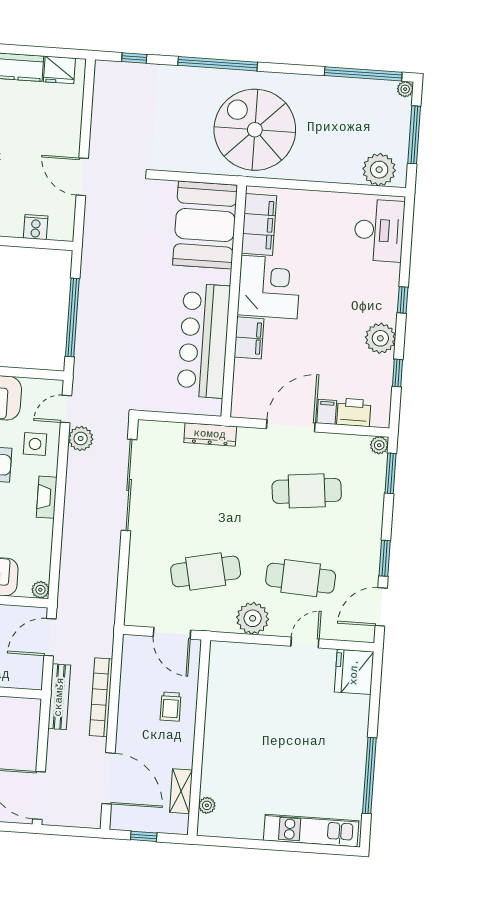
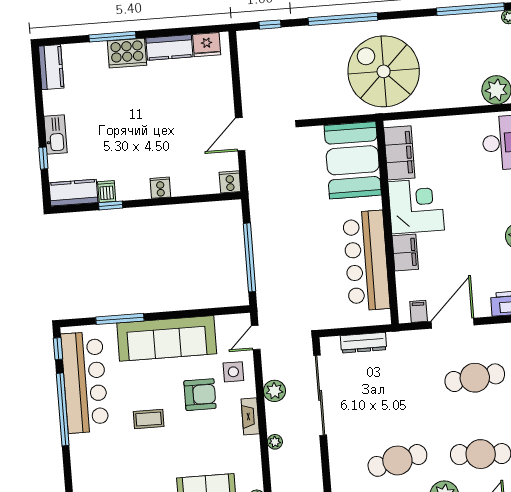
door: (82, 177) -> (240, 134), hinge flipped
cooker: (36, 227) -> (230, 182), moved
filing cabinet: (327, 412) -> (419, 311), moved
dresser: (210, 434) -> (364, 343), moved
plant: (81, 439) -> (274, 391), moved
plant: (70, 530) -> (275, 442), added

